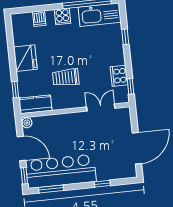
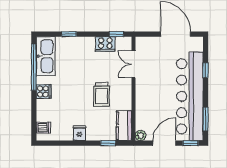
dishwasher: (39, 19) -> (43, 128), moved
fridge: (25, 58) -> (79, 133), width x0.53, depth x0.75
bar counter: (61, 171) -> (190, 96), width x1.36

